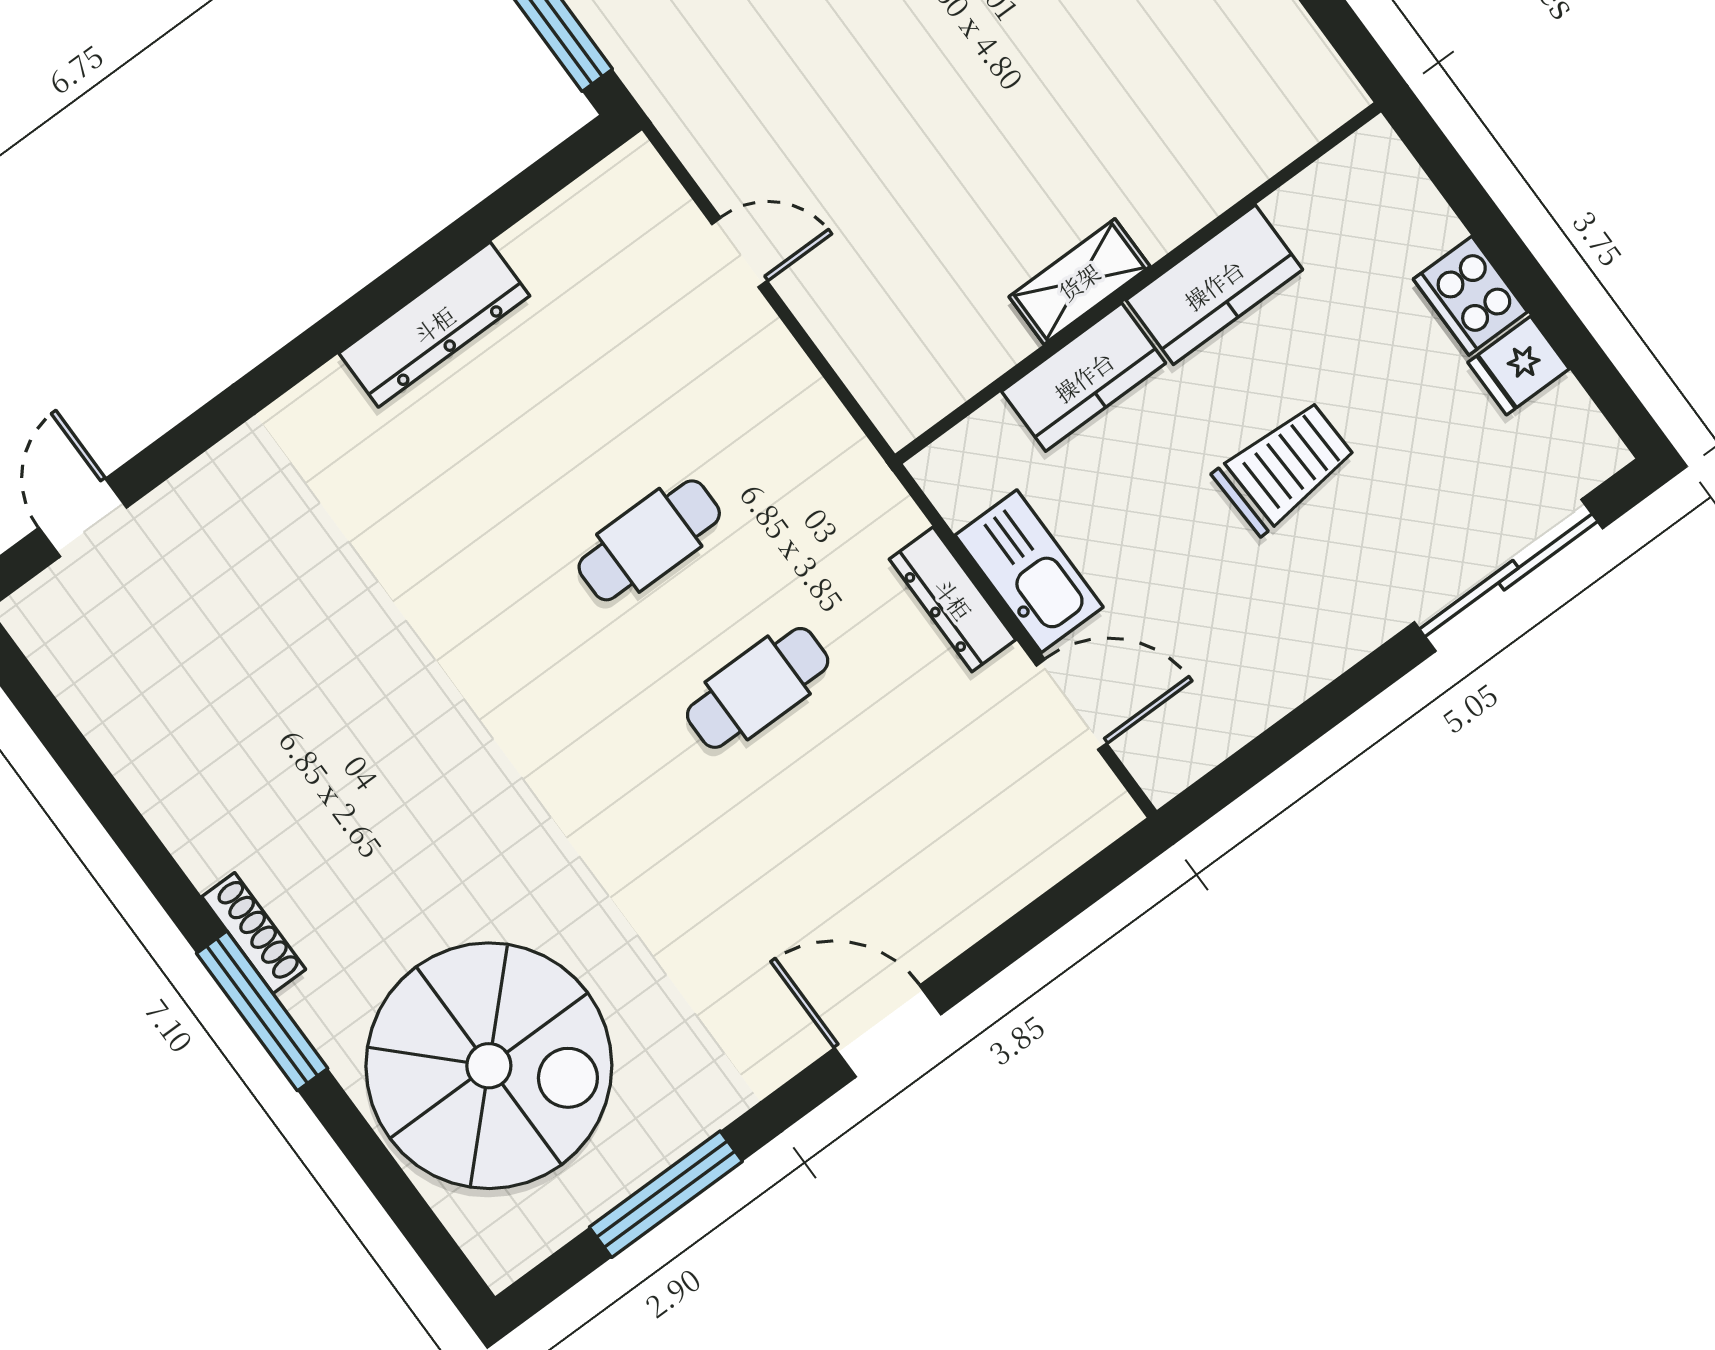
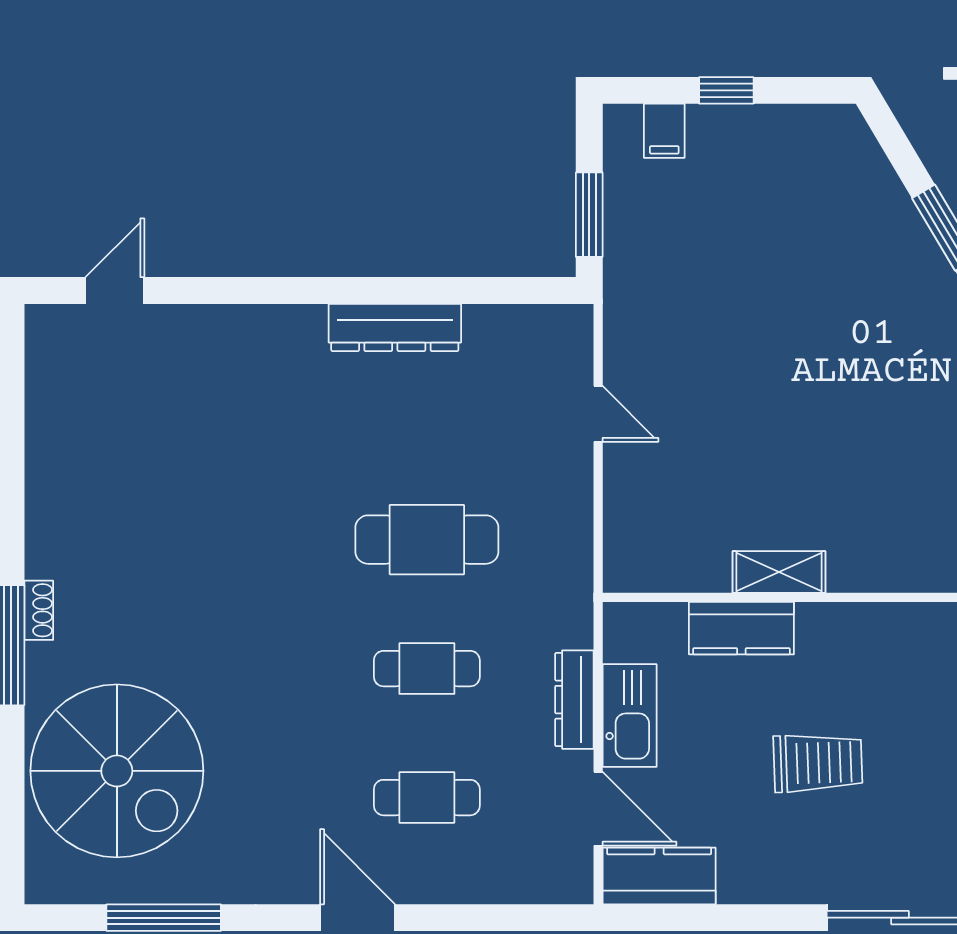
kitchen counter: (1214, 285) -> (659, 876), moved, turned 180
cafe table: (649, 540) -> (427, 540), width x1.37, depth x1.35
cafe table: (866, 836) -> (427, 798), added
shoe rack: (254, 933) -> (39, 610), width x0.70

